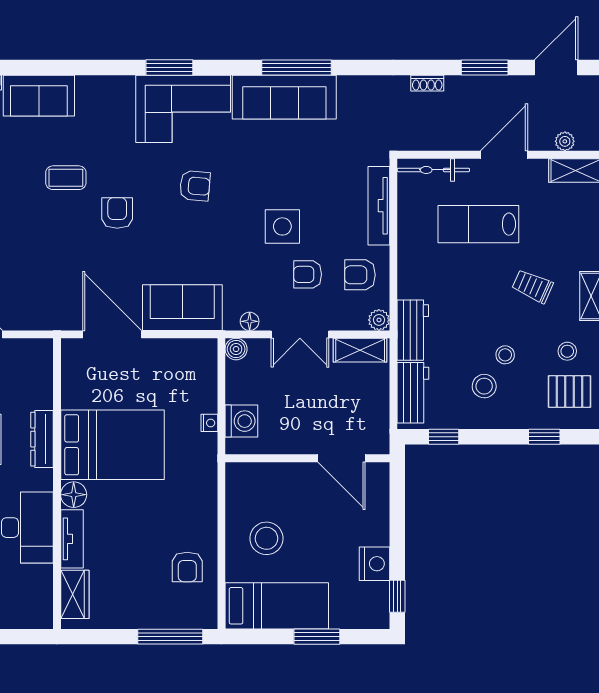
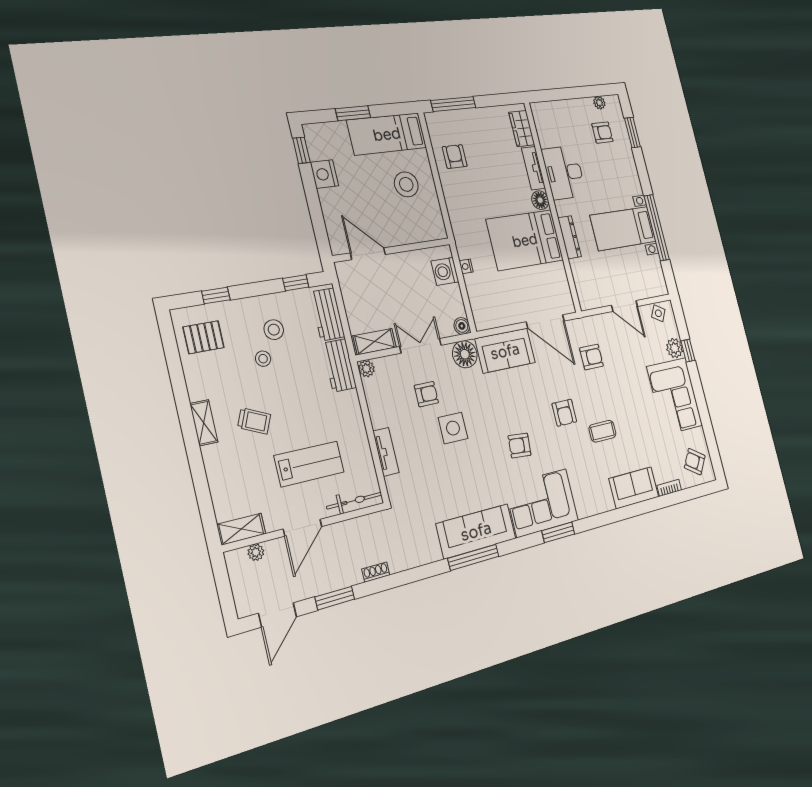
tv unit: (379, 206) -> (386, 452), width x0.71
armchair: (360, 275) -> (591, 357), moved
floor lamp: (250, 321) -> (465, 354), width x1.89, depth x1.89
stool: (567, 351) -> (213, 371), removed

